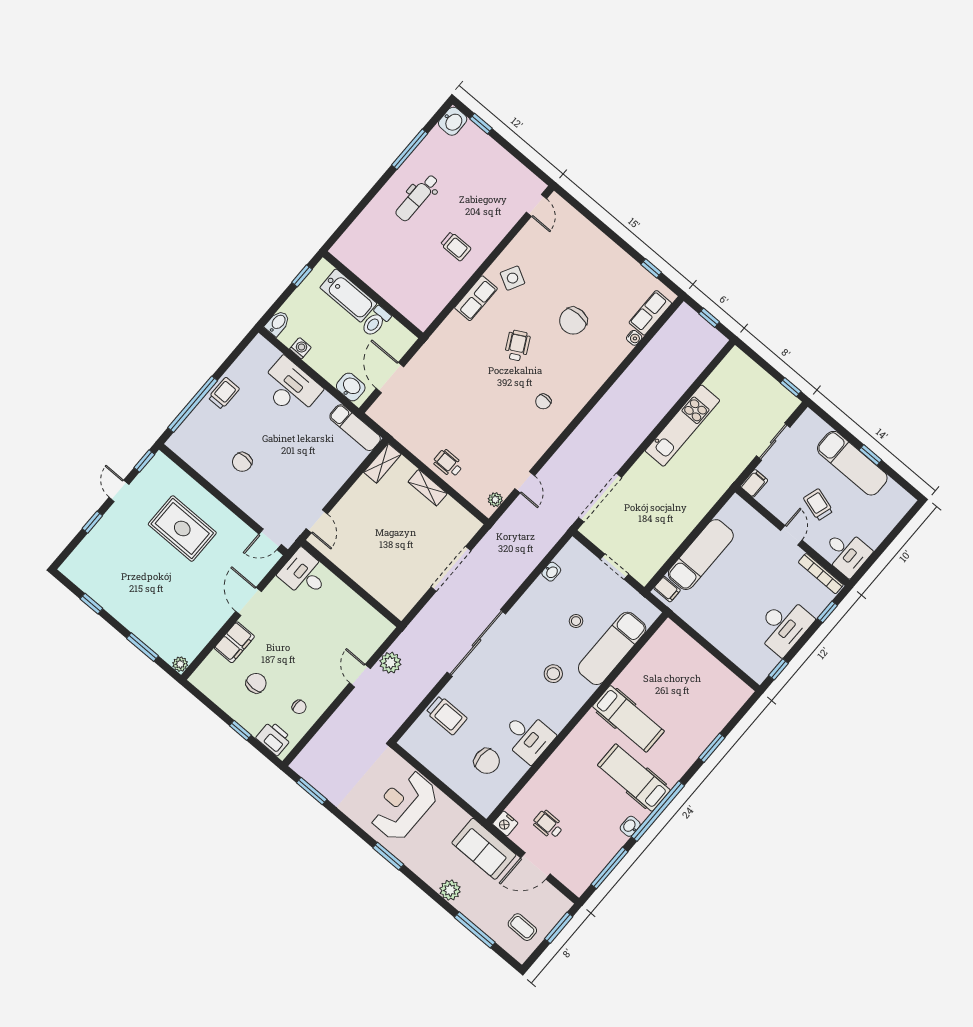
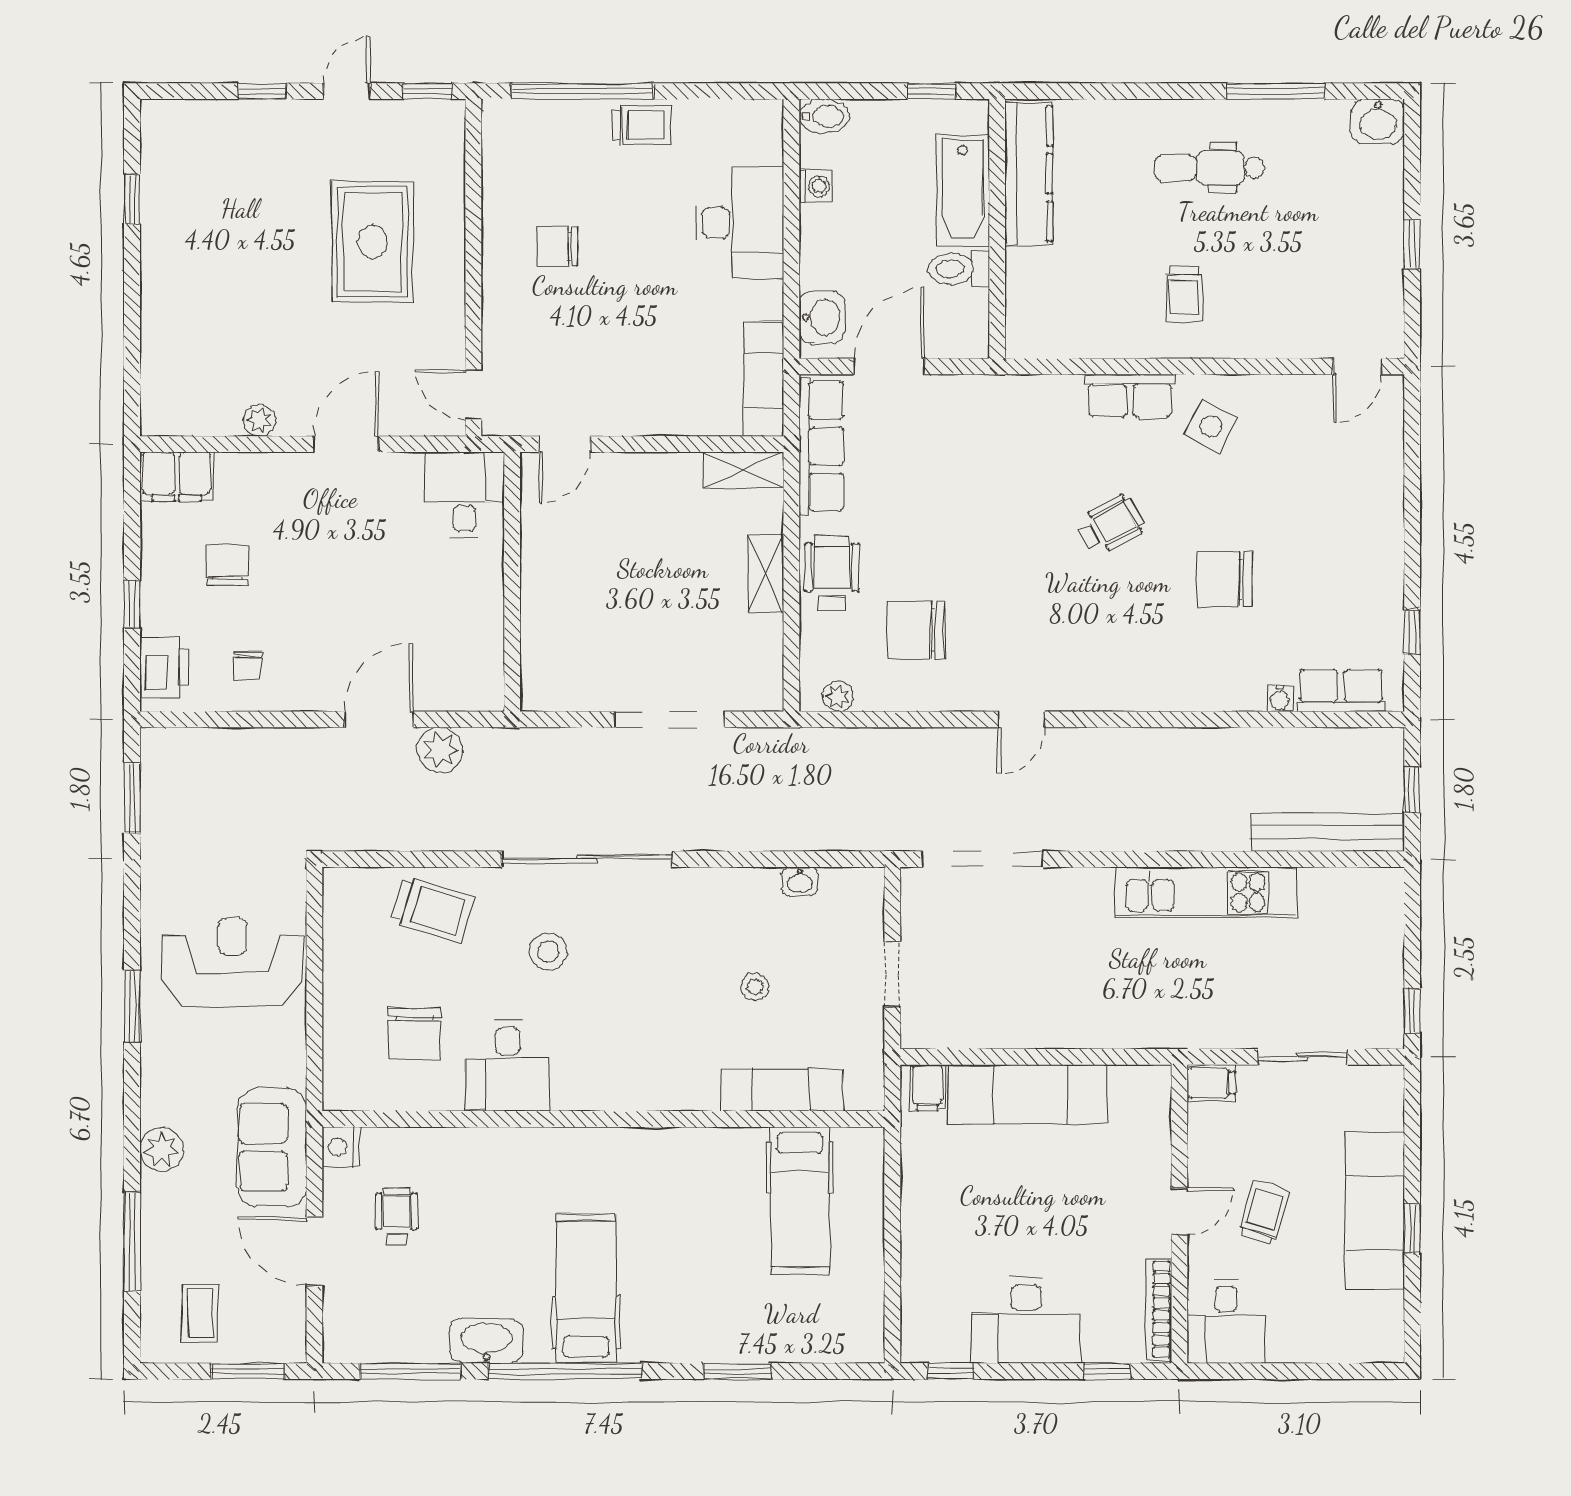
window: (481, 124) -> (1412, 244), moved
kitchen counter: (363, 266) -> (1029, 174), added
bench: (698, 362) -> (1328, 832), added
chair: (543, 401) -> (916, 630), moved, width x1.87, depth x1.87
row of seats: (398, 427) -> (821, 446), added
wheelchair: (448, 463) -> (832, 573), width x1.36, depth x1.37
door: (525, 482) -> (1021, 719), moved
filing cabinet: (234, 642) -> (177, 476), moved
window: (143, 647) -> (132, 338), removed
exam couch: (612, 648) -> (782, 1090), width x0.73, depth x0.69
plant: (180, 664) -> (259, 420), moved
stool: (553, 674) -> (548, 952), moved
door: (360, 676) -> (379, 719), width x1.38
chair: (256, 683) -> (228, 566), turned -90
trolley: (447, 715) -> (432, 909), turned -73
hospital bed: (628, 719) -> (800, 1201), moved
washbasin: (630, 826) -> (486, 1341), width x1.91, depth x1.45

